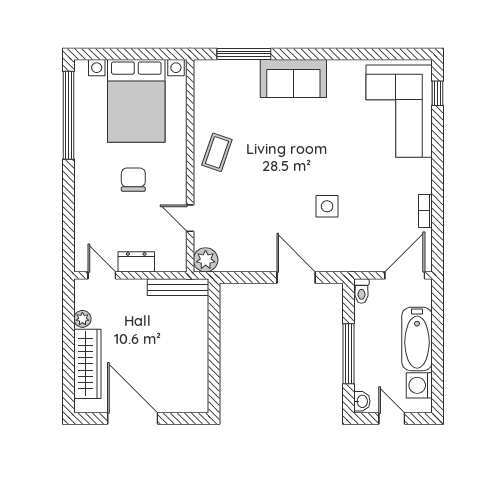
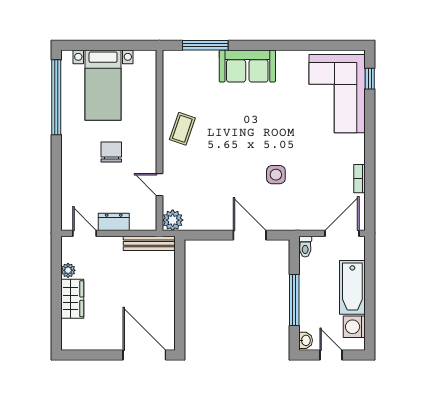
bed with nightstands: (136, 101) -> (103, 85), width x0.73
wardrobe: (87, 364) -> (72, 299), width x0.67
door: (133, 419) -> (144, 355), moved

